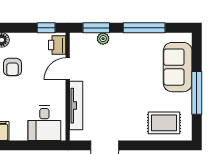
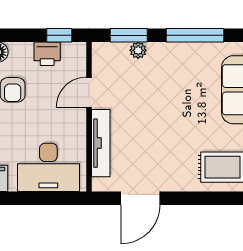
printer: (57, 45) -> (47, 54), moved, turned -90
desk: (44, 123) -> (48, 167), width x1.37

